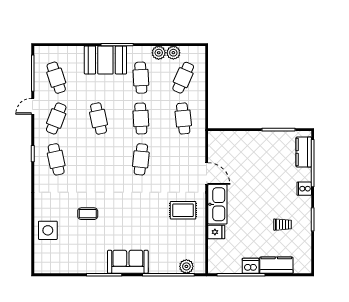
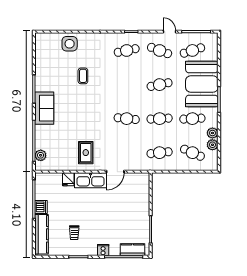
booth: (105, 60) -> (202, 84), width x1.36, depth x1.42
kitchen counter: (276, 265) -> (41, 234), width x1.50

